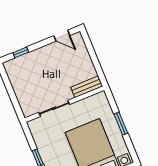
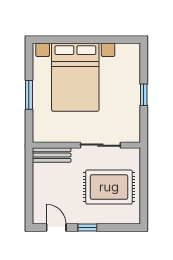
window: (21, 52) -> (87, 227), moved
rug: (36, 81) -> (109, 187), added

